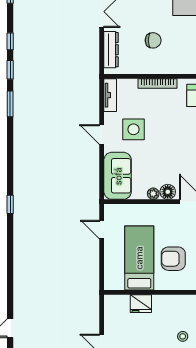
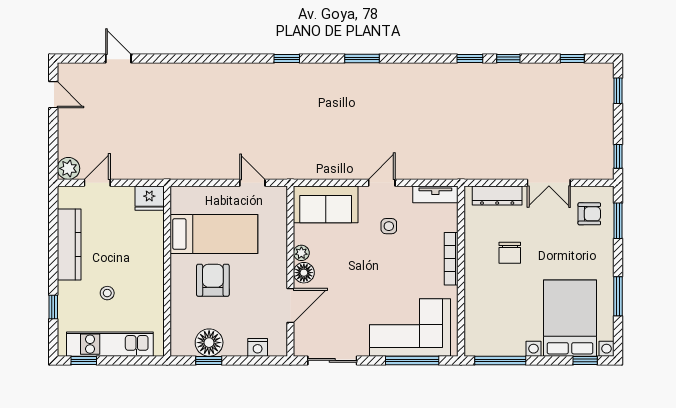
window: (10, 104) -> (362, 58), moved
side table: (134, 129) -> (389, 226), width x0.54, depth x0.54
door: (102, 230) -> (252, 183), hinge flipped
fridge: (141, 304) -> (149, 198), moved, turned -90

